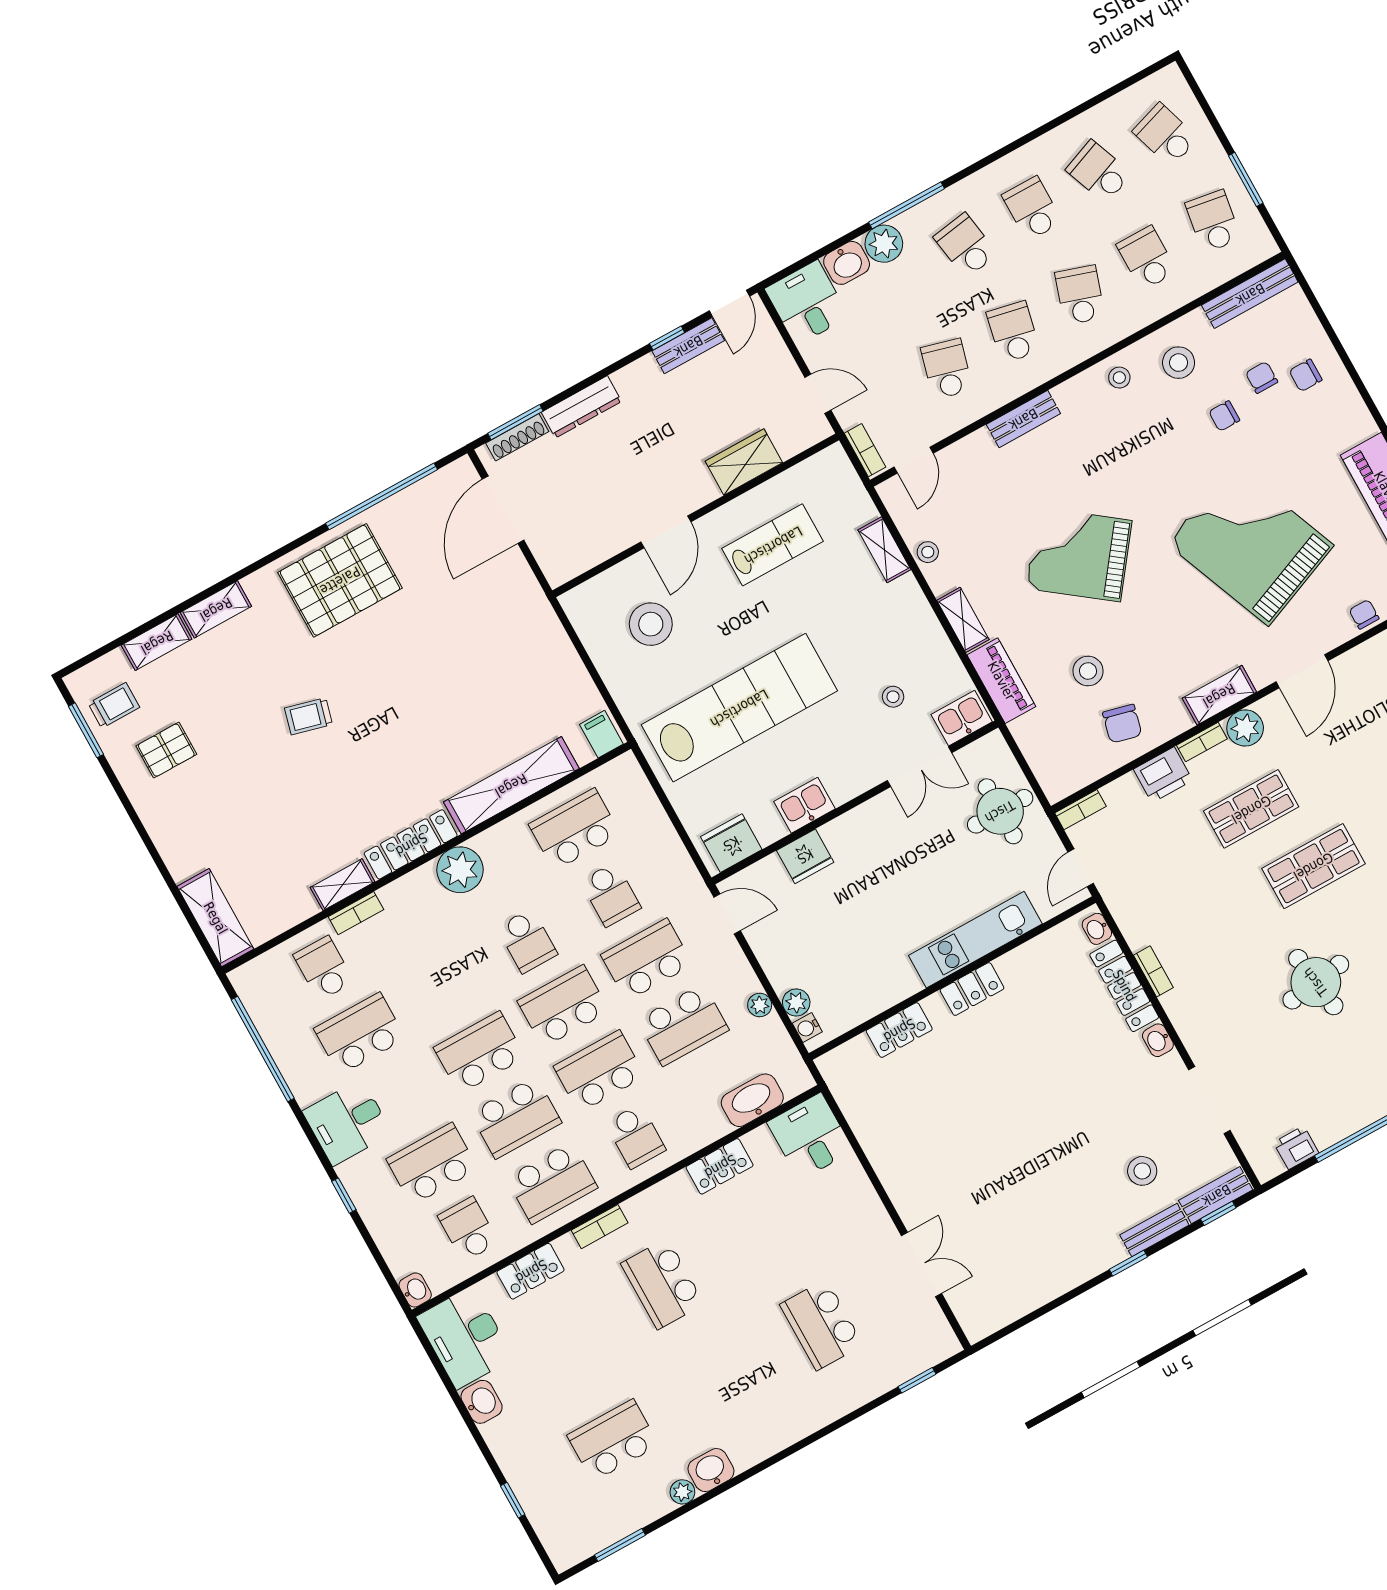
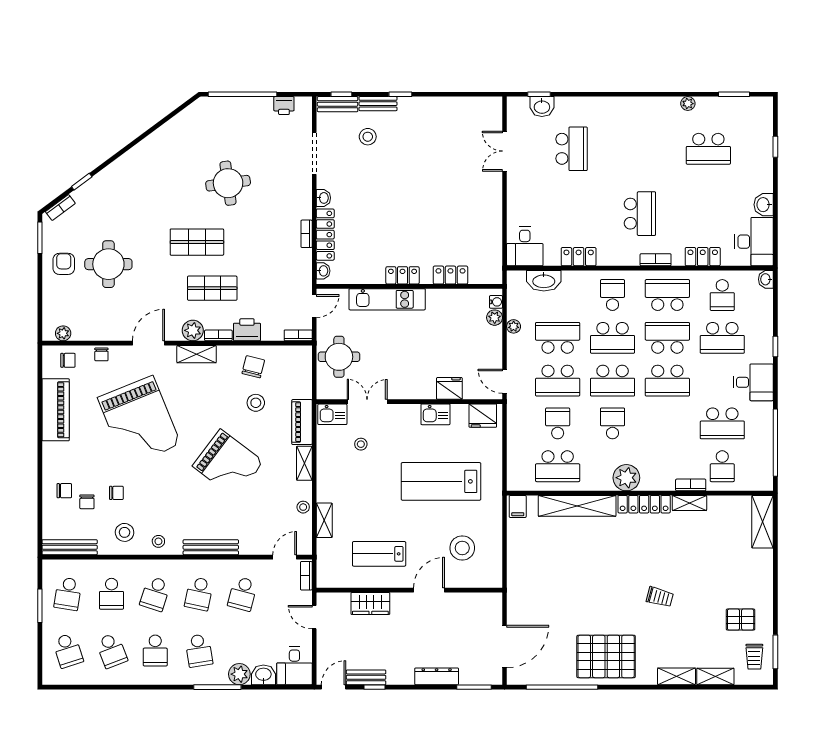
bench: (1023, 419) -> (211, 547), width x1.36
shoe rack: (517, 437) -> (477, 679), removed
trolley: (114, 705) -> (754, 657), turned -90
lab bench: (739, 708) -> (441, 481), width x0.73
washbasin: (711, 1470) -> (542, 107), moved

